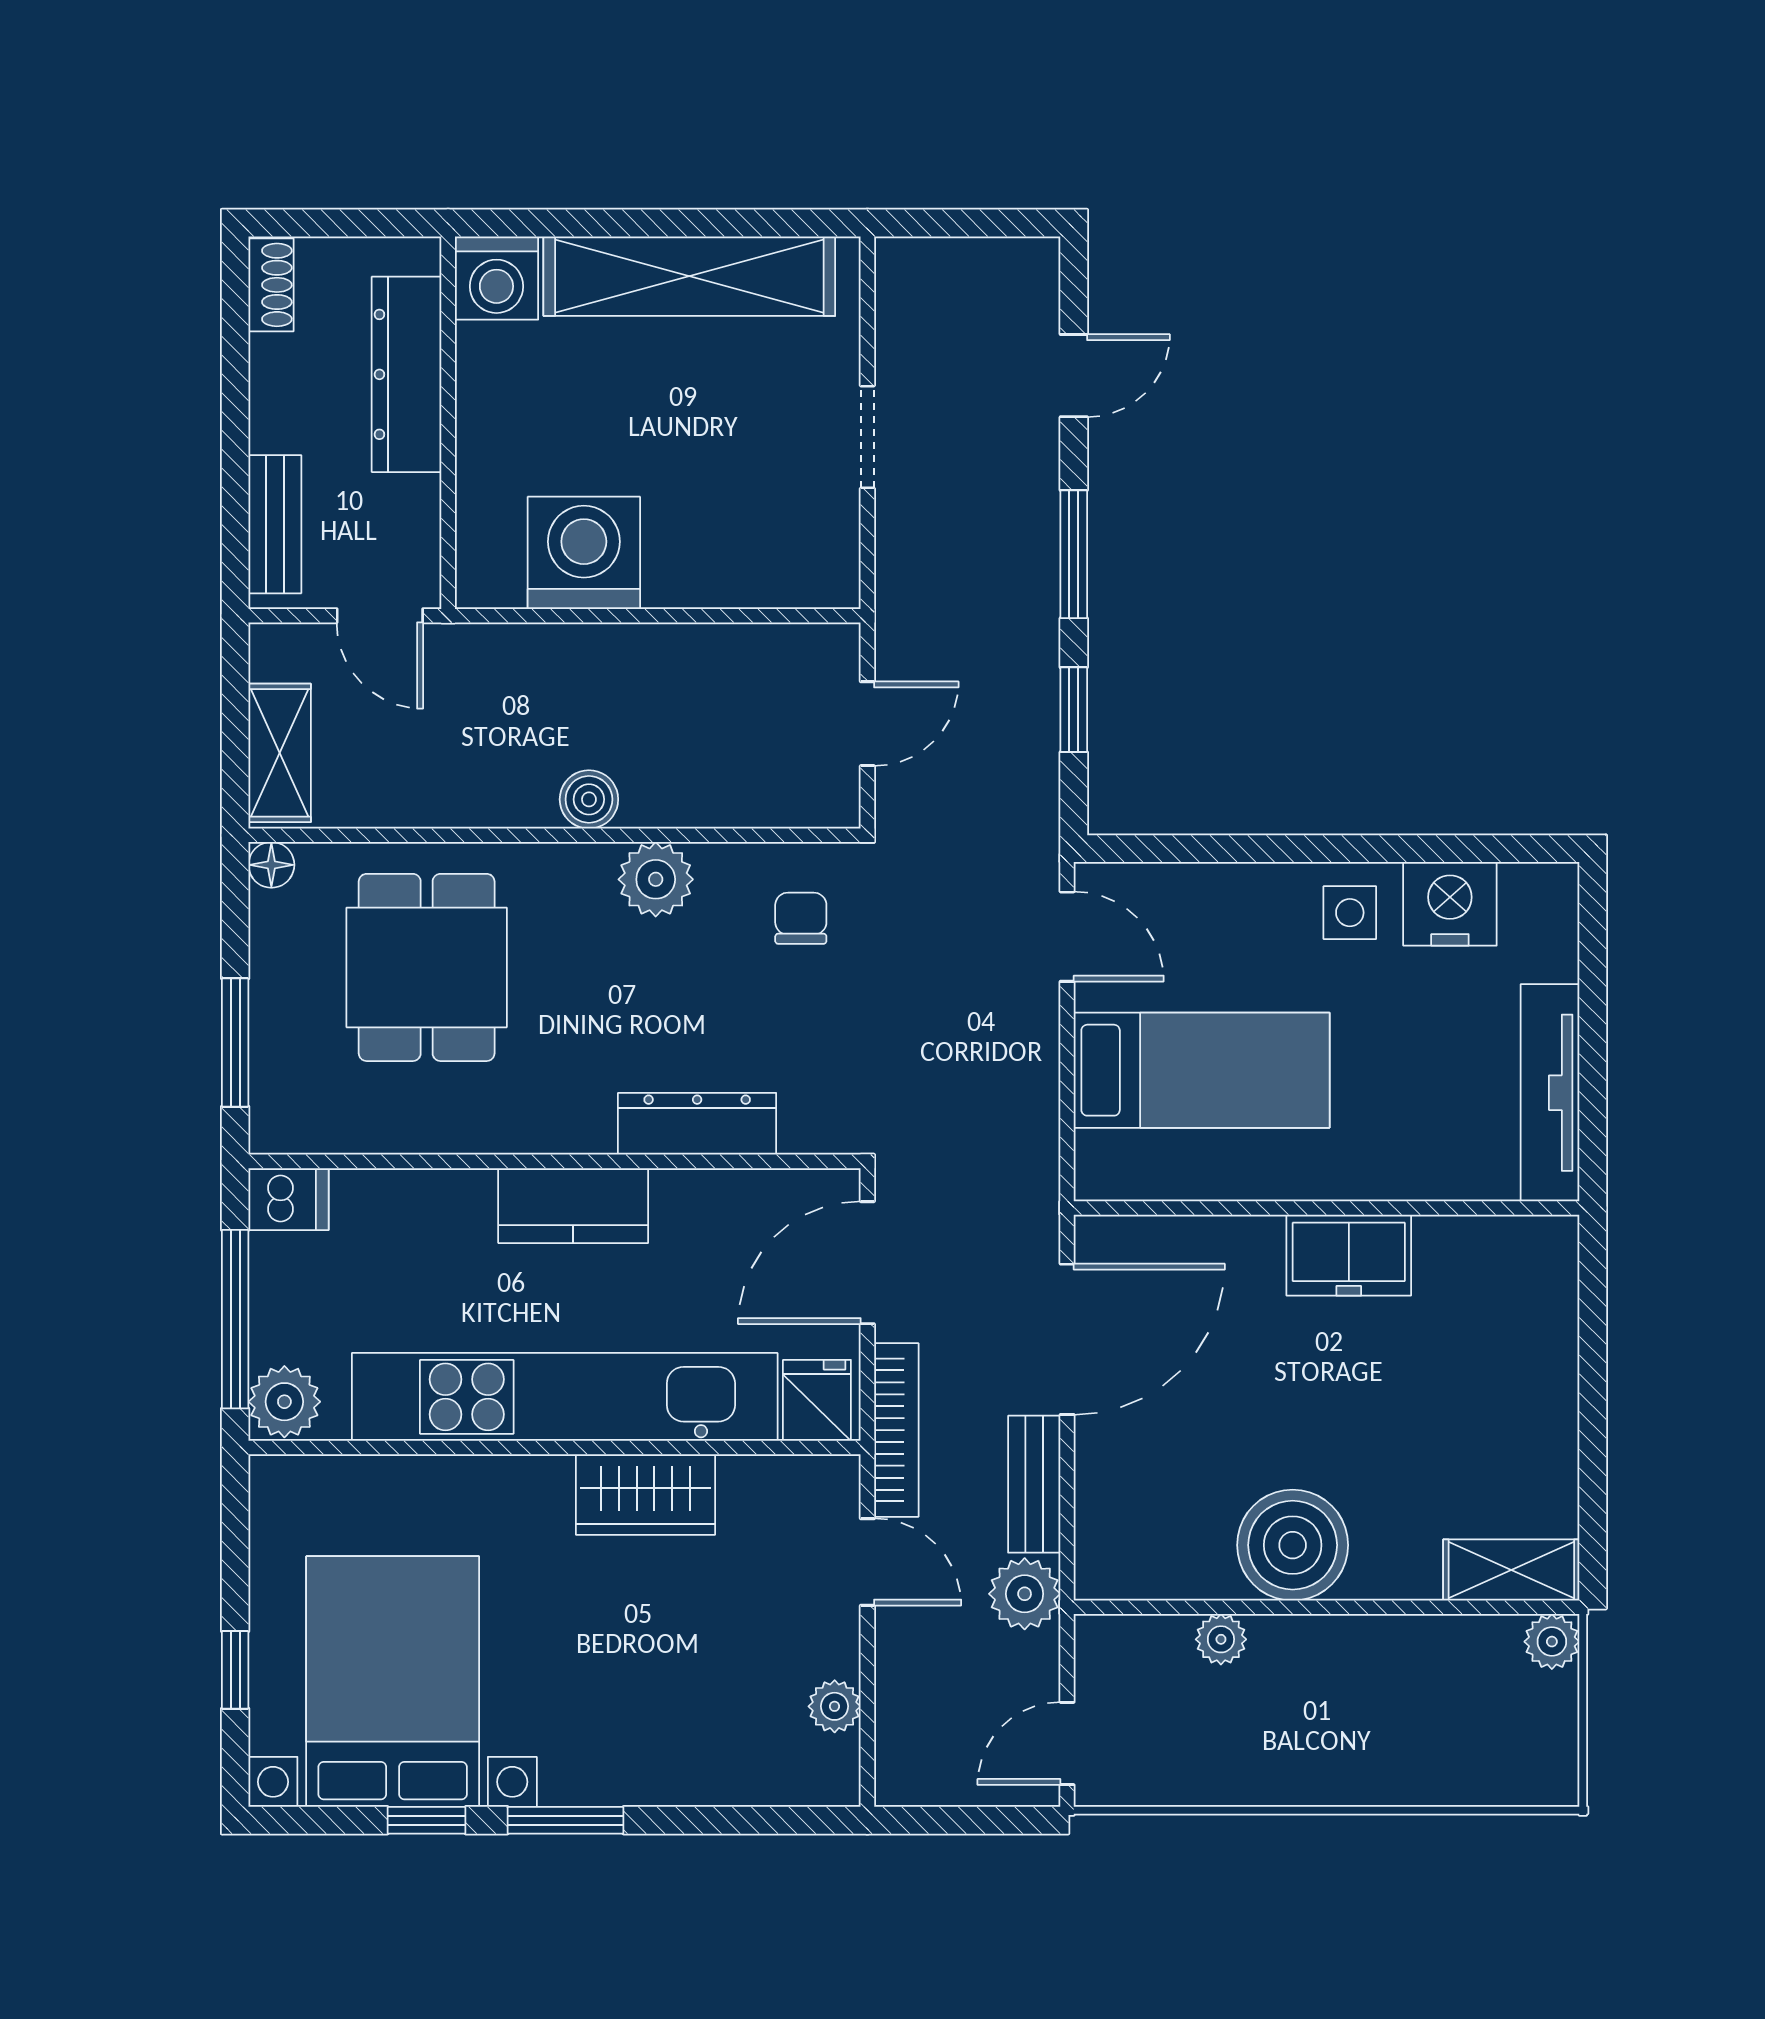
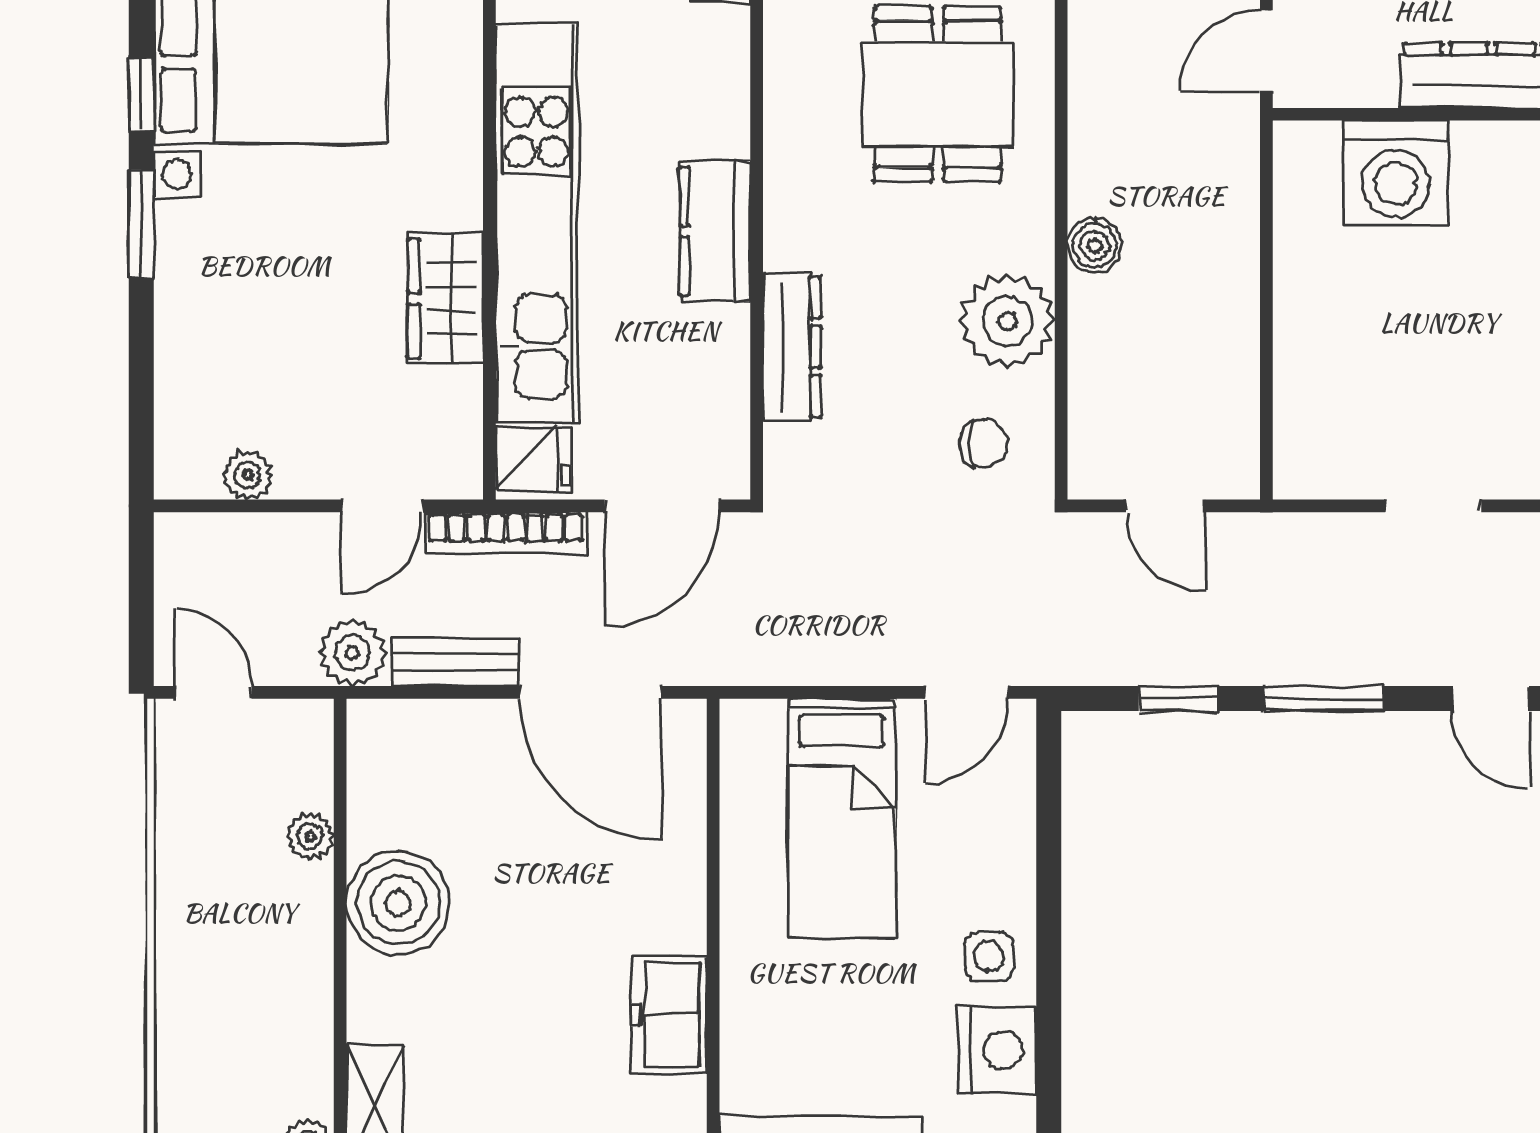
washing machine: (584, 553) -> (1396, 173), moved, turned 90
plant: (656, 879) -> (1007, 321), width x1.36, depth x1.36
dining table: (427, 967) -> (938, 94), turned 90
freezer: (1349, 1255) -> (669, 1015), moved
door: (867, 1263) -> (662, 506), swing flipped

